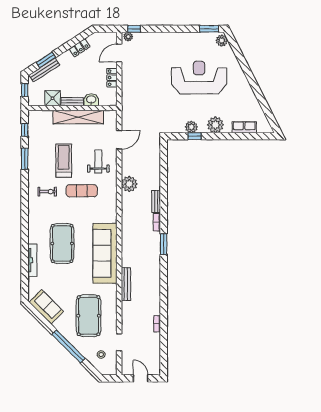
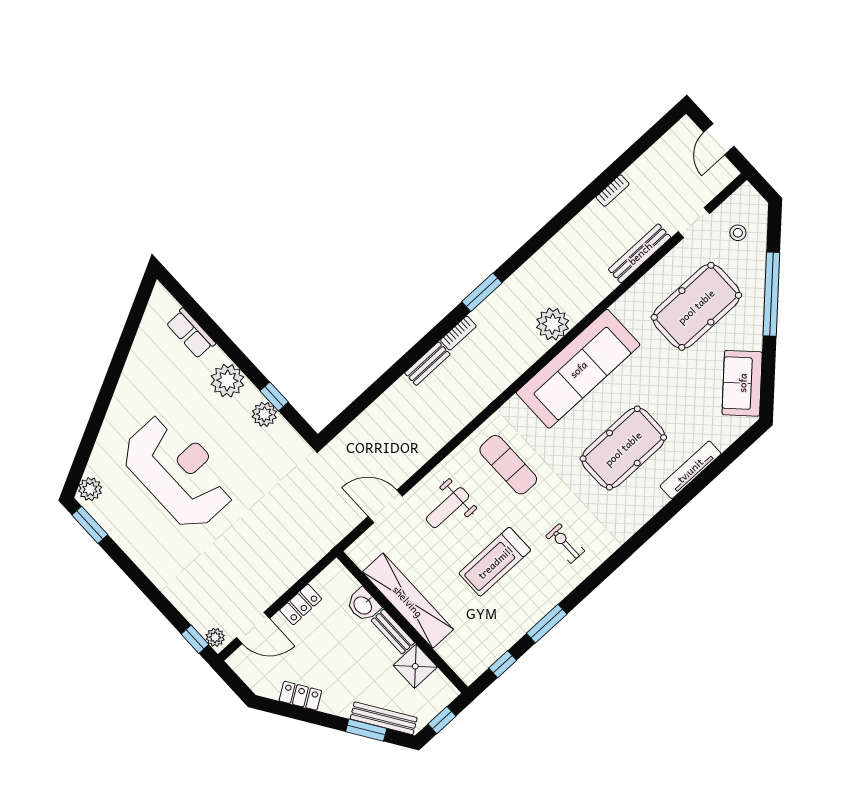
reception desk: (199, 78) -> (178, 472), turned 180
plant: (129, 184) -> (553, 324), moved
exercise mat: (82, 191) -> (508, 465), moved
bench: (126, 284) -> (640, 253), moved

